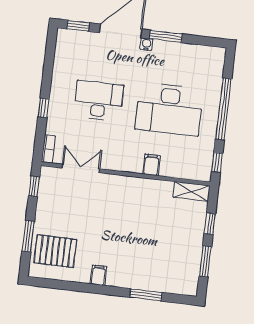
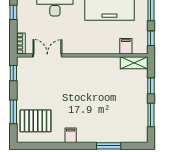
filing cabinet: (151, 165) -> (126, 46), moved

